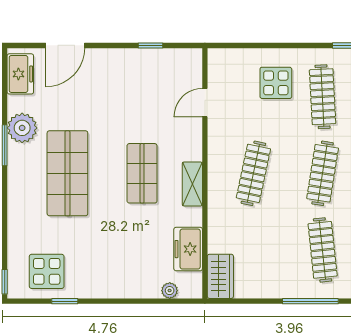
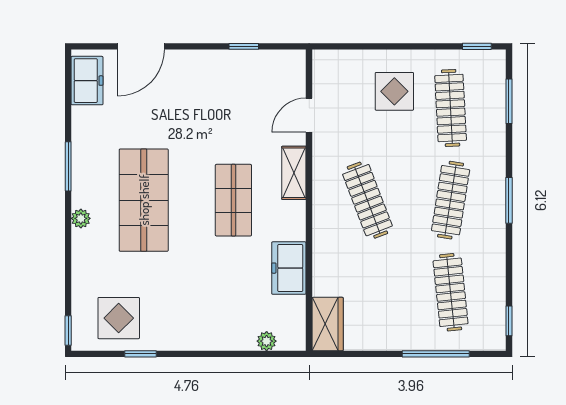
plant: (22, 128) -> (81, 218), moved, width x0.53, depth x0.53
clothes rail: (253, 173) -> (367, 200), turned -33
shelving: (192, 184) -> (294, 173), moved
freezer: (188, 249) -> (289, 268), moved

